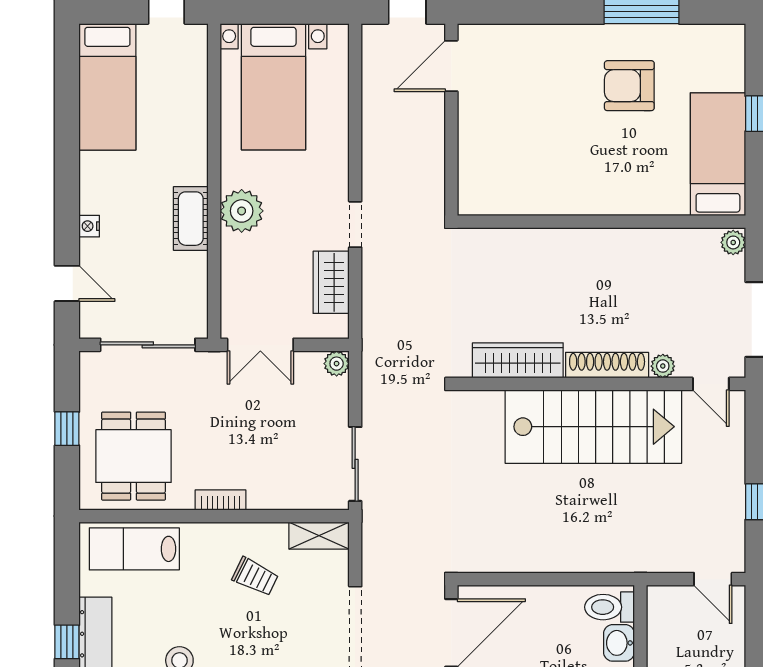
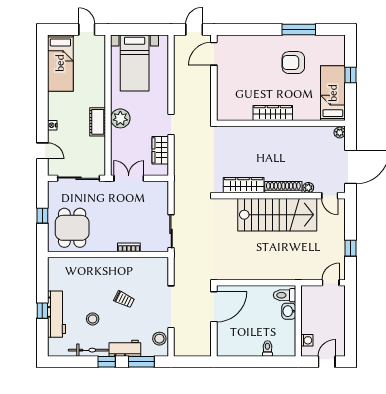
wardrobe: (583, 199) -> (273, 113), added
double door: (260, 345) -> (129, 178), swing flipped
plant: (337, 364) -> (163, 187), removed
bookcase: (221, 500) -> (129, 247), moved
shelving: (319, 536) -> (155, 263), removed
lab bench: (134, 549) -> (72, 269), removed
trolley: (255, 577) -> (124, 299), moved
door: (713, 579) -> (331, 283), swing flipped

